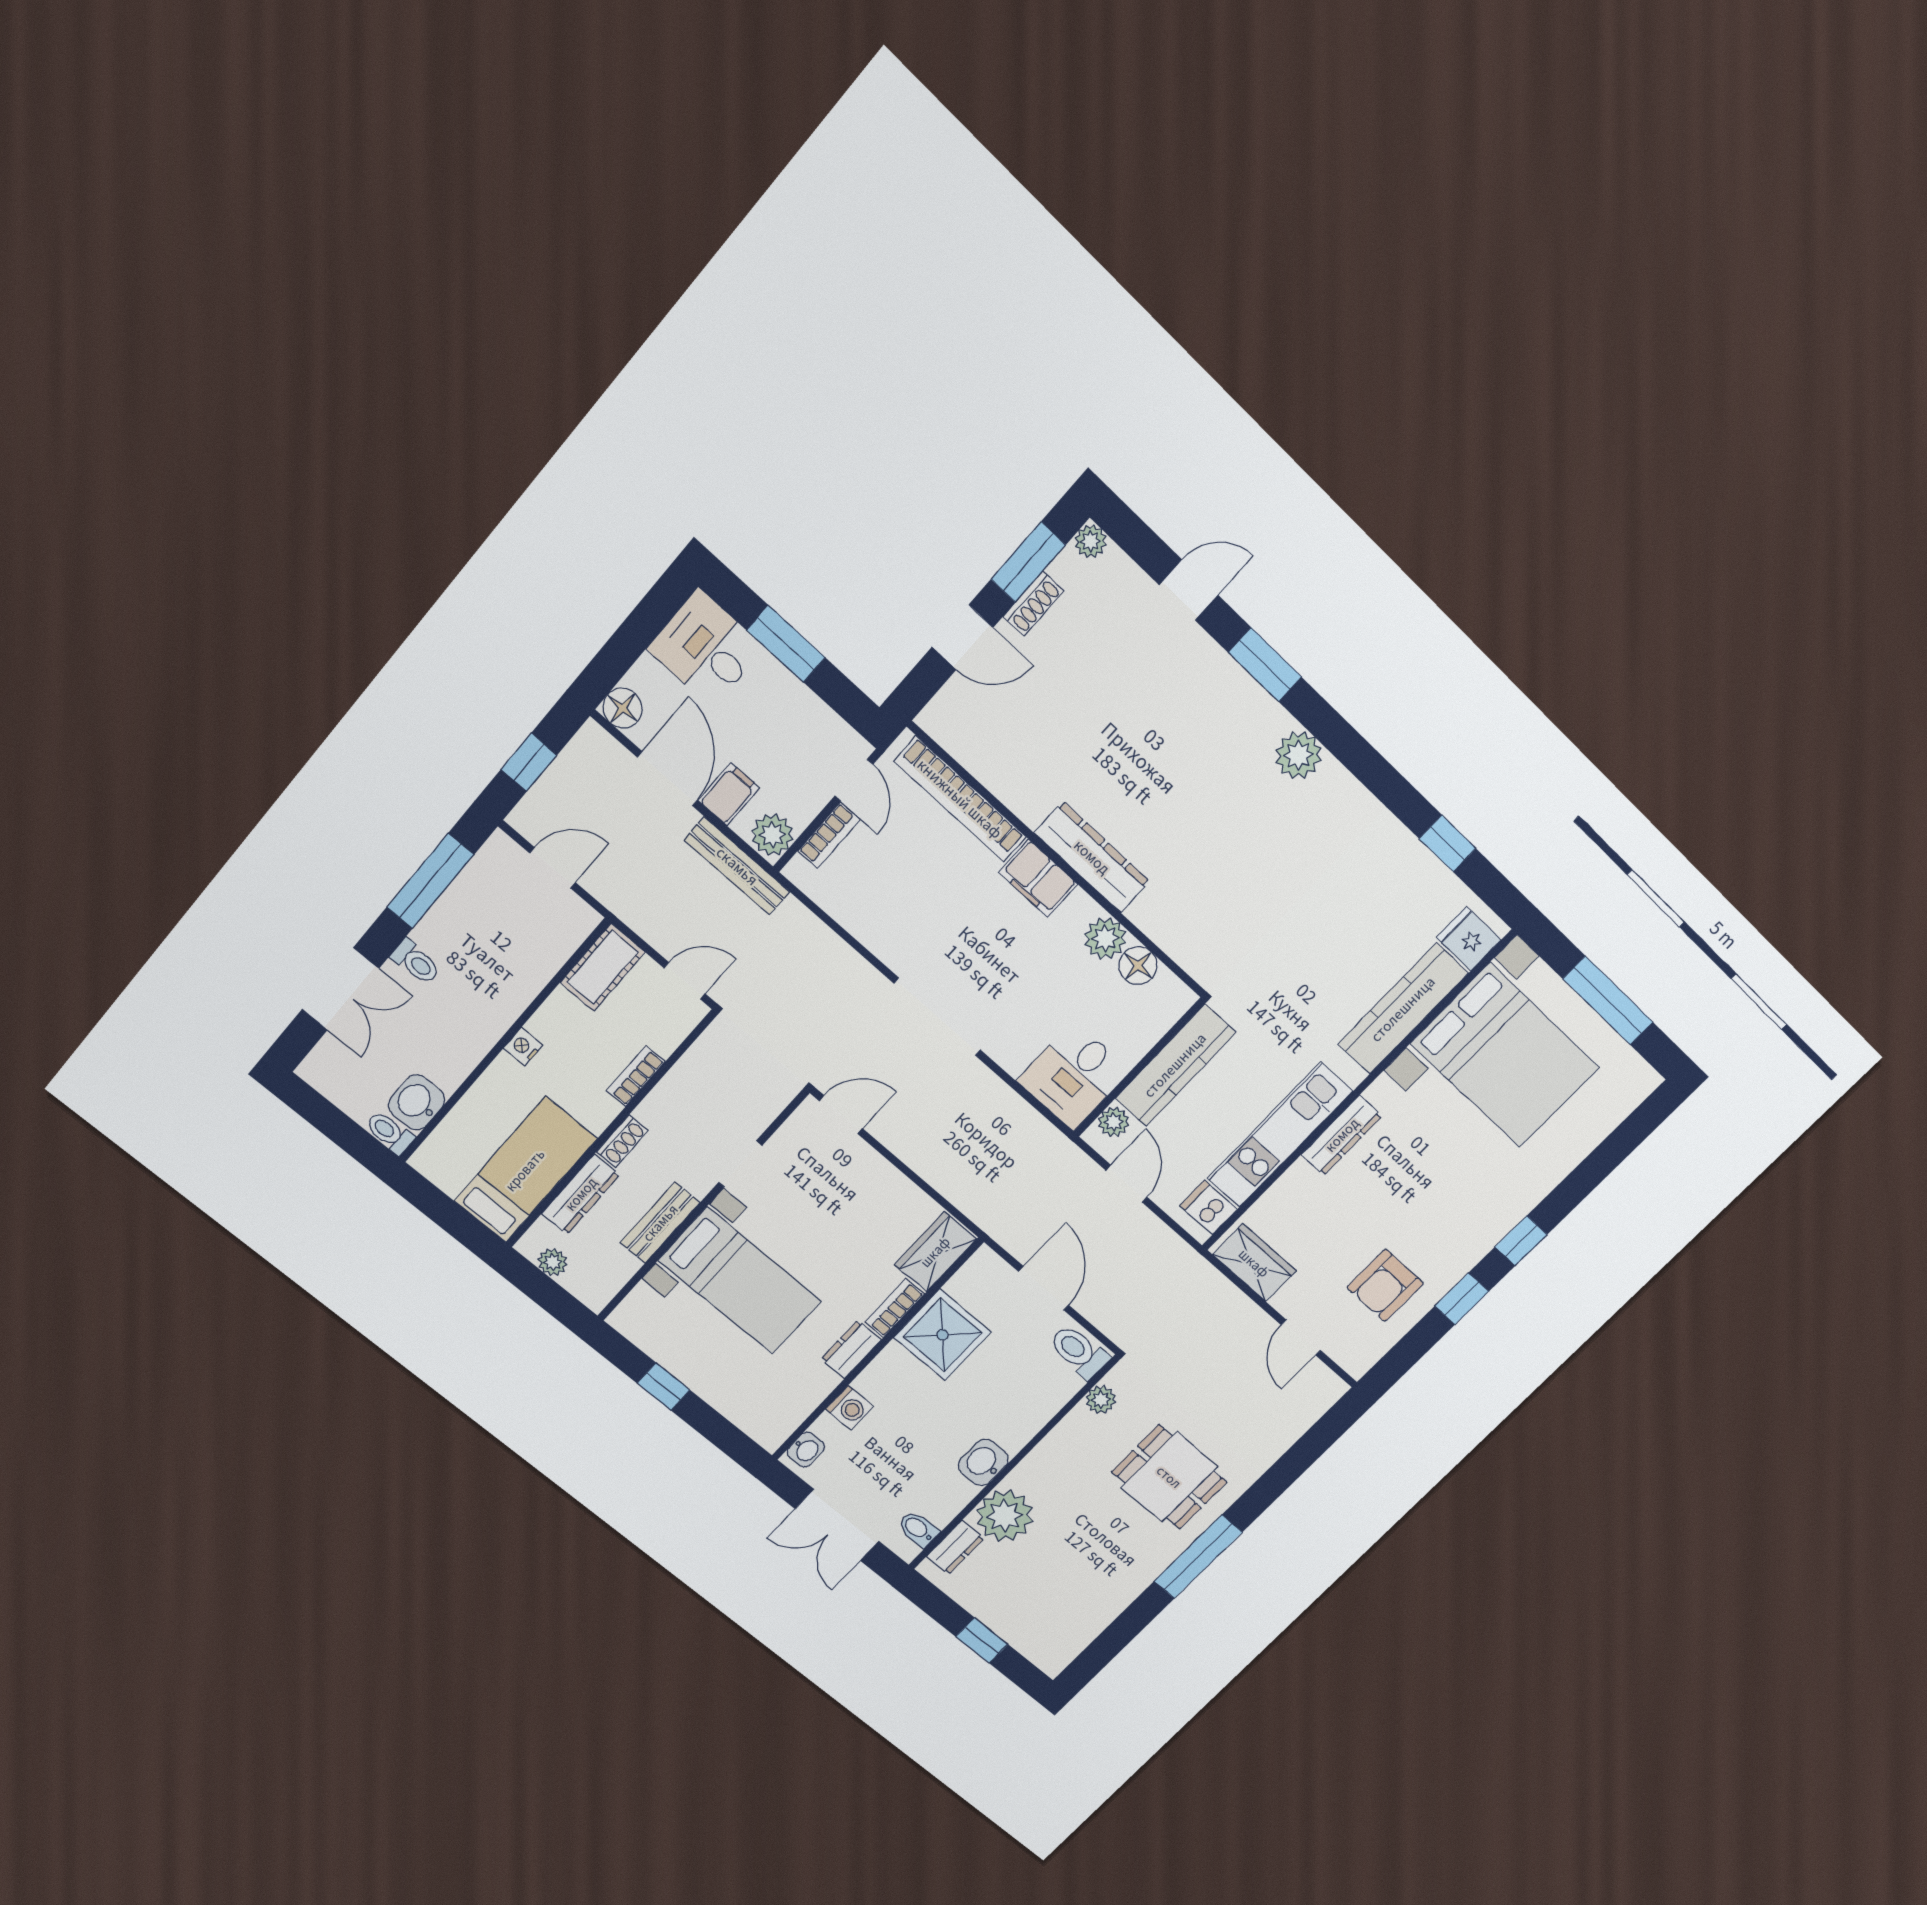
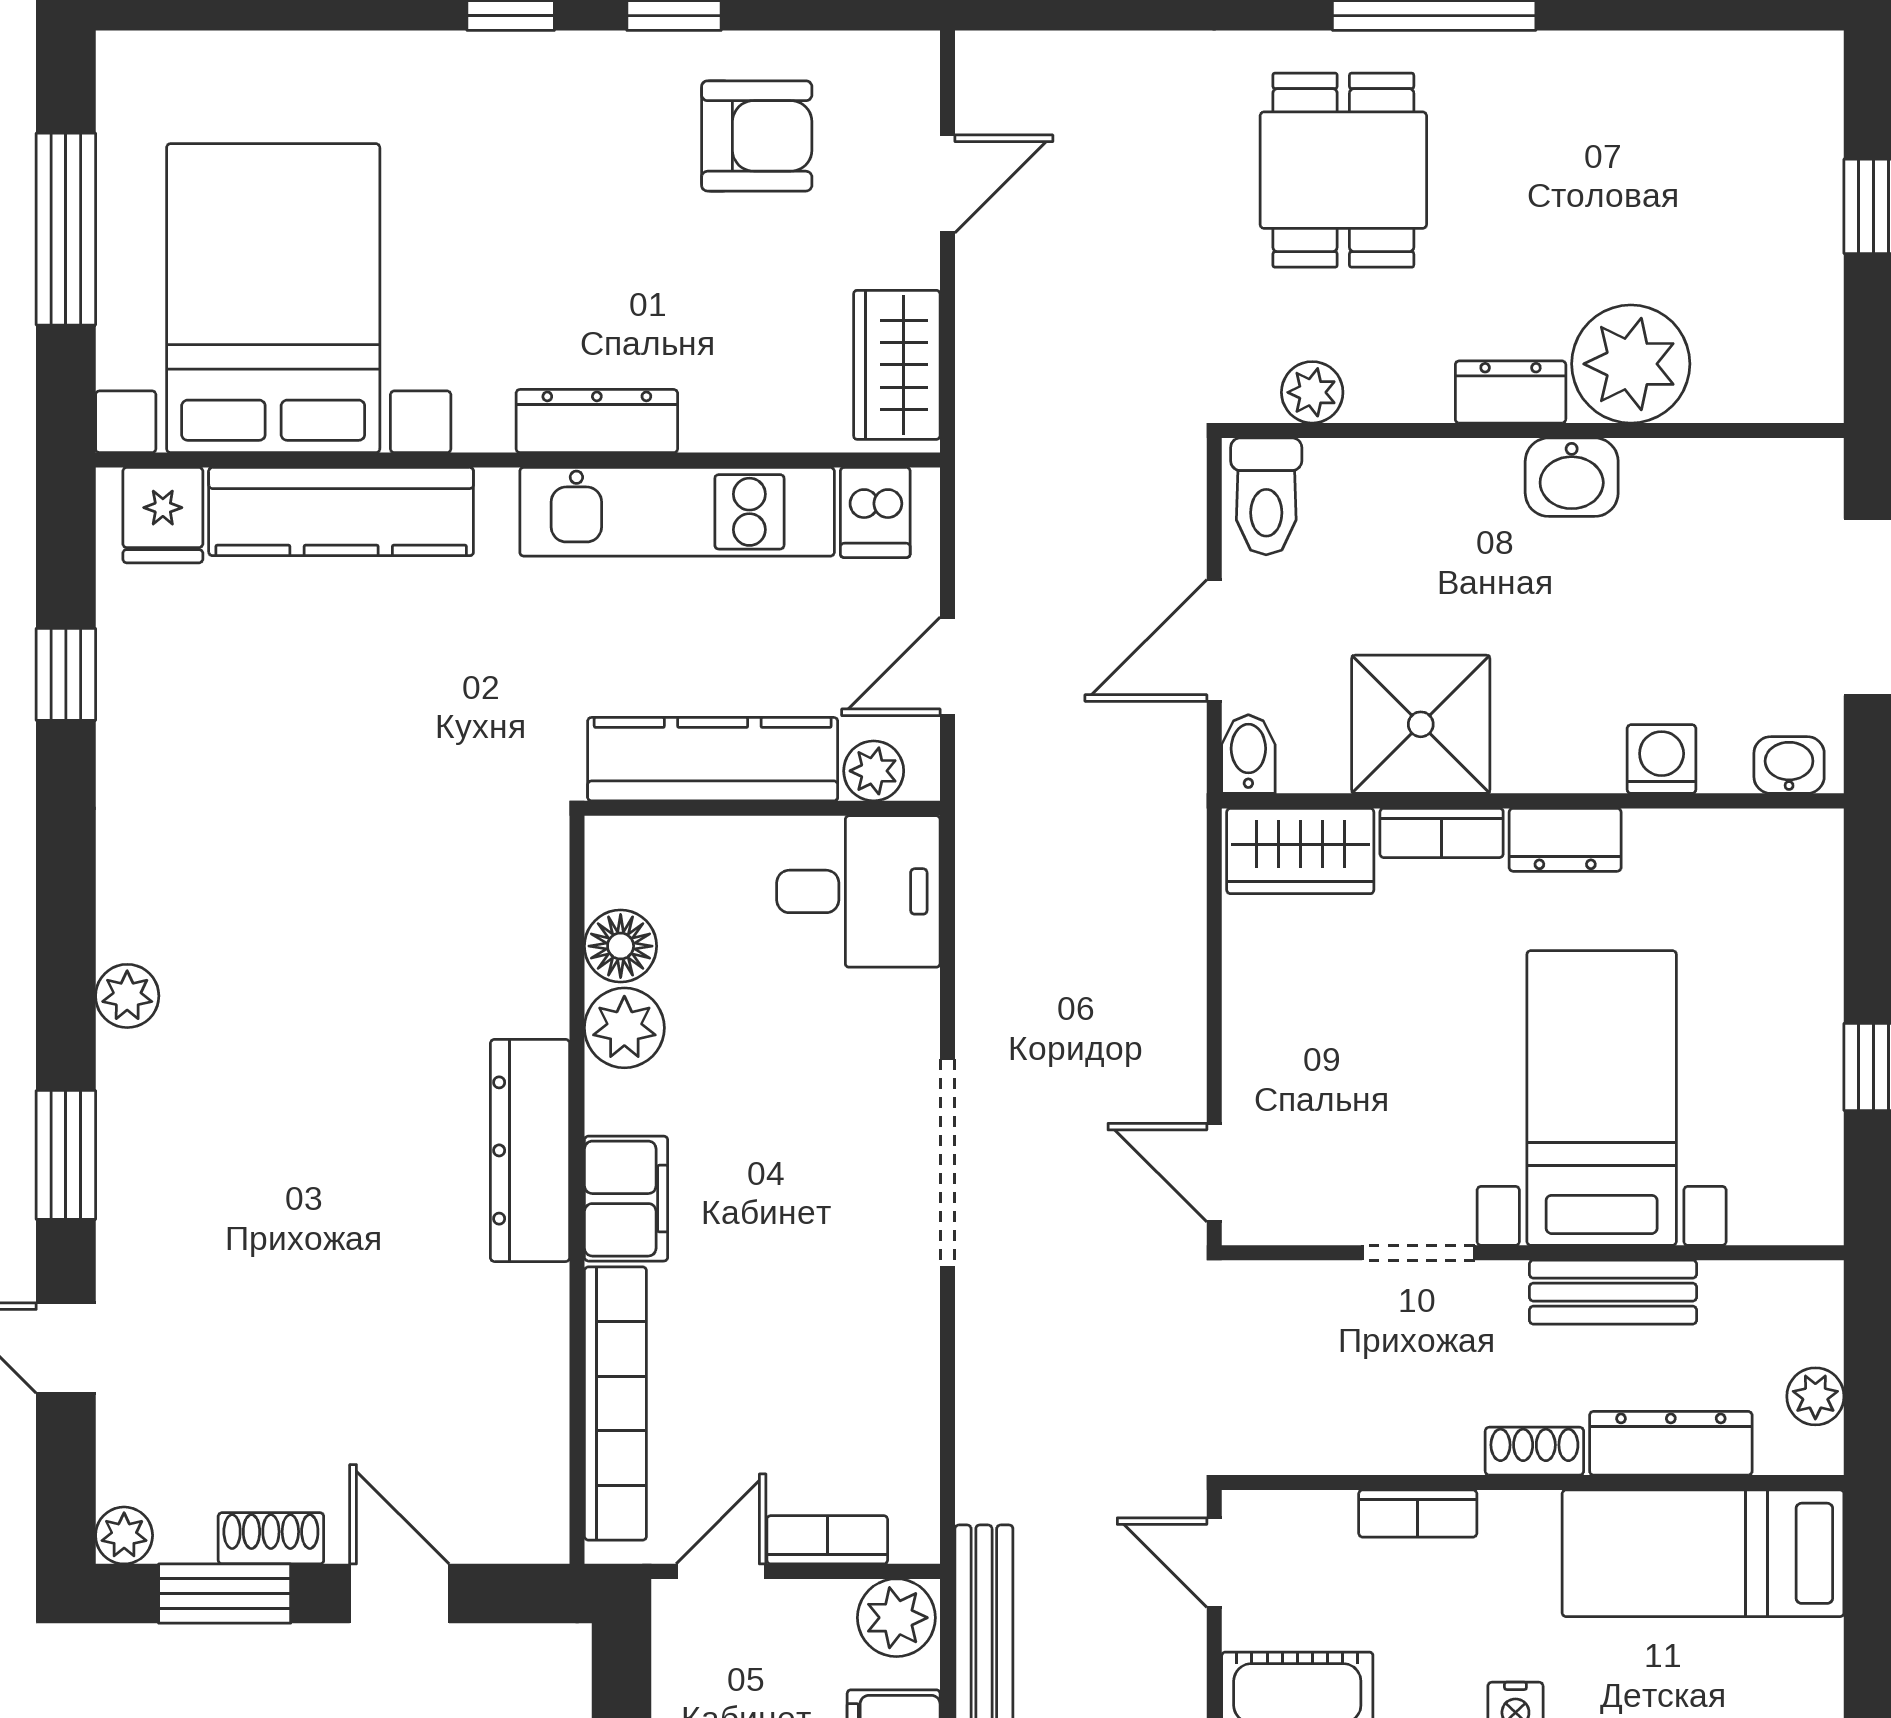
plant: (1298, 755) -> (127, 996), width x0.73, depth x0.73
bidet: (918, 1529) -> (1248, 754), moved, turned 180
dresser: (955, 1547) -> (1511, 392), moved

